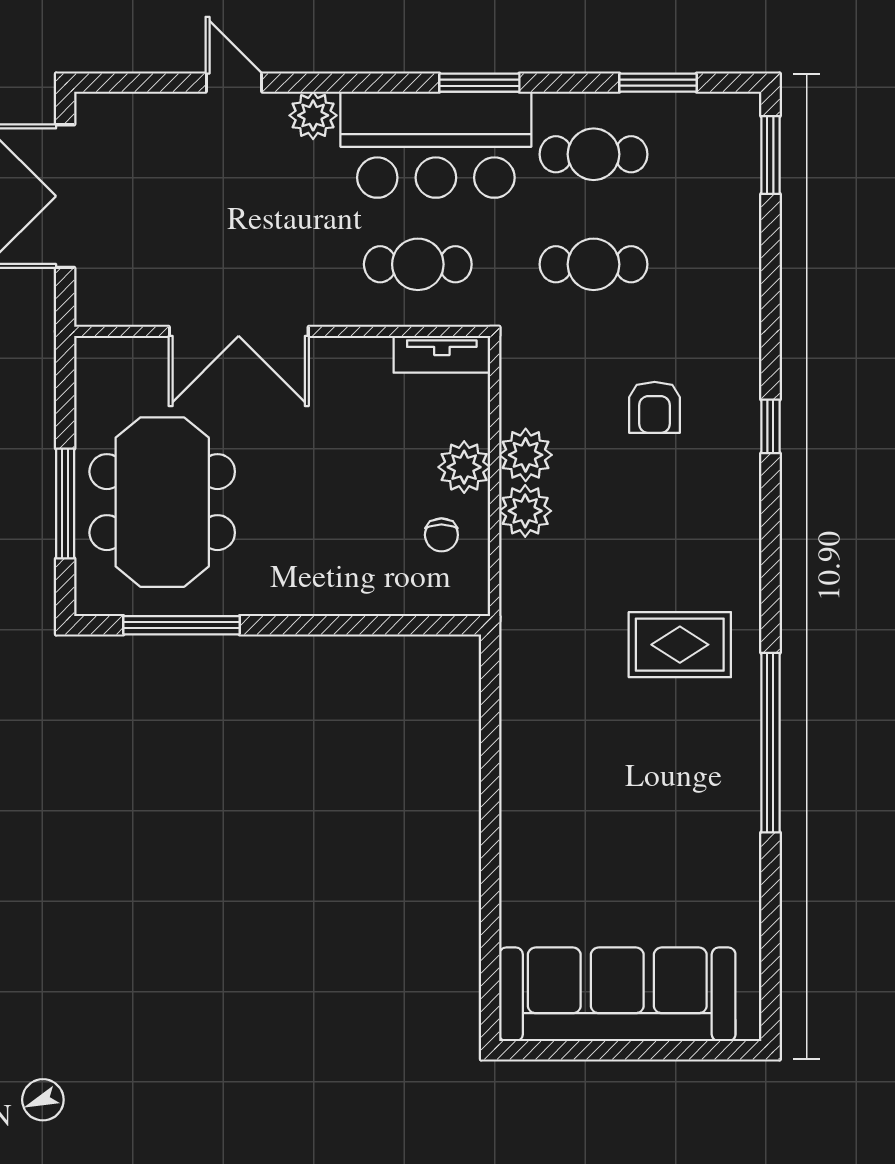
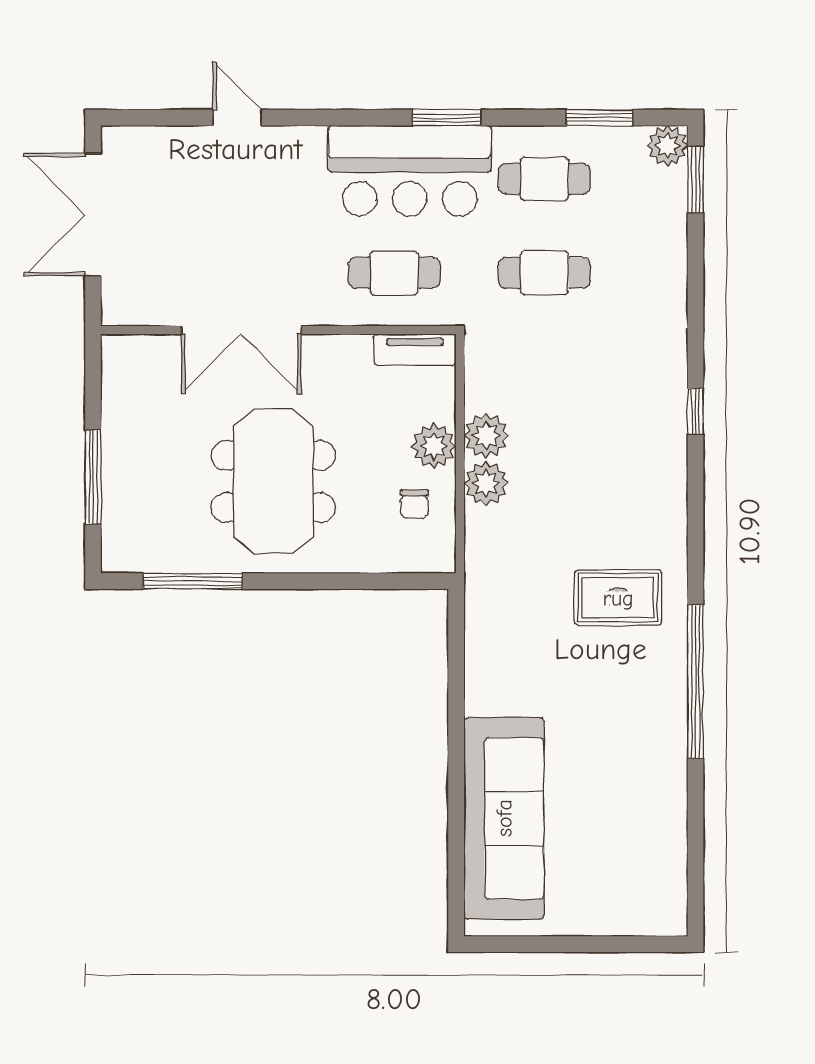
plant: (313, 115) -> (668, 146), moved
armchair: (655, 407) -> (596, 395), removed
meeting table: (162, 502) -> (273, 481), moved
sofa: (617, 994) -> (504, 818), moved, turned 90

